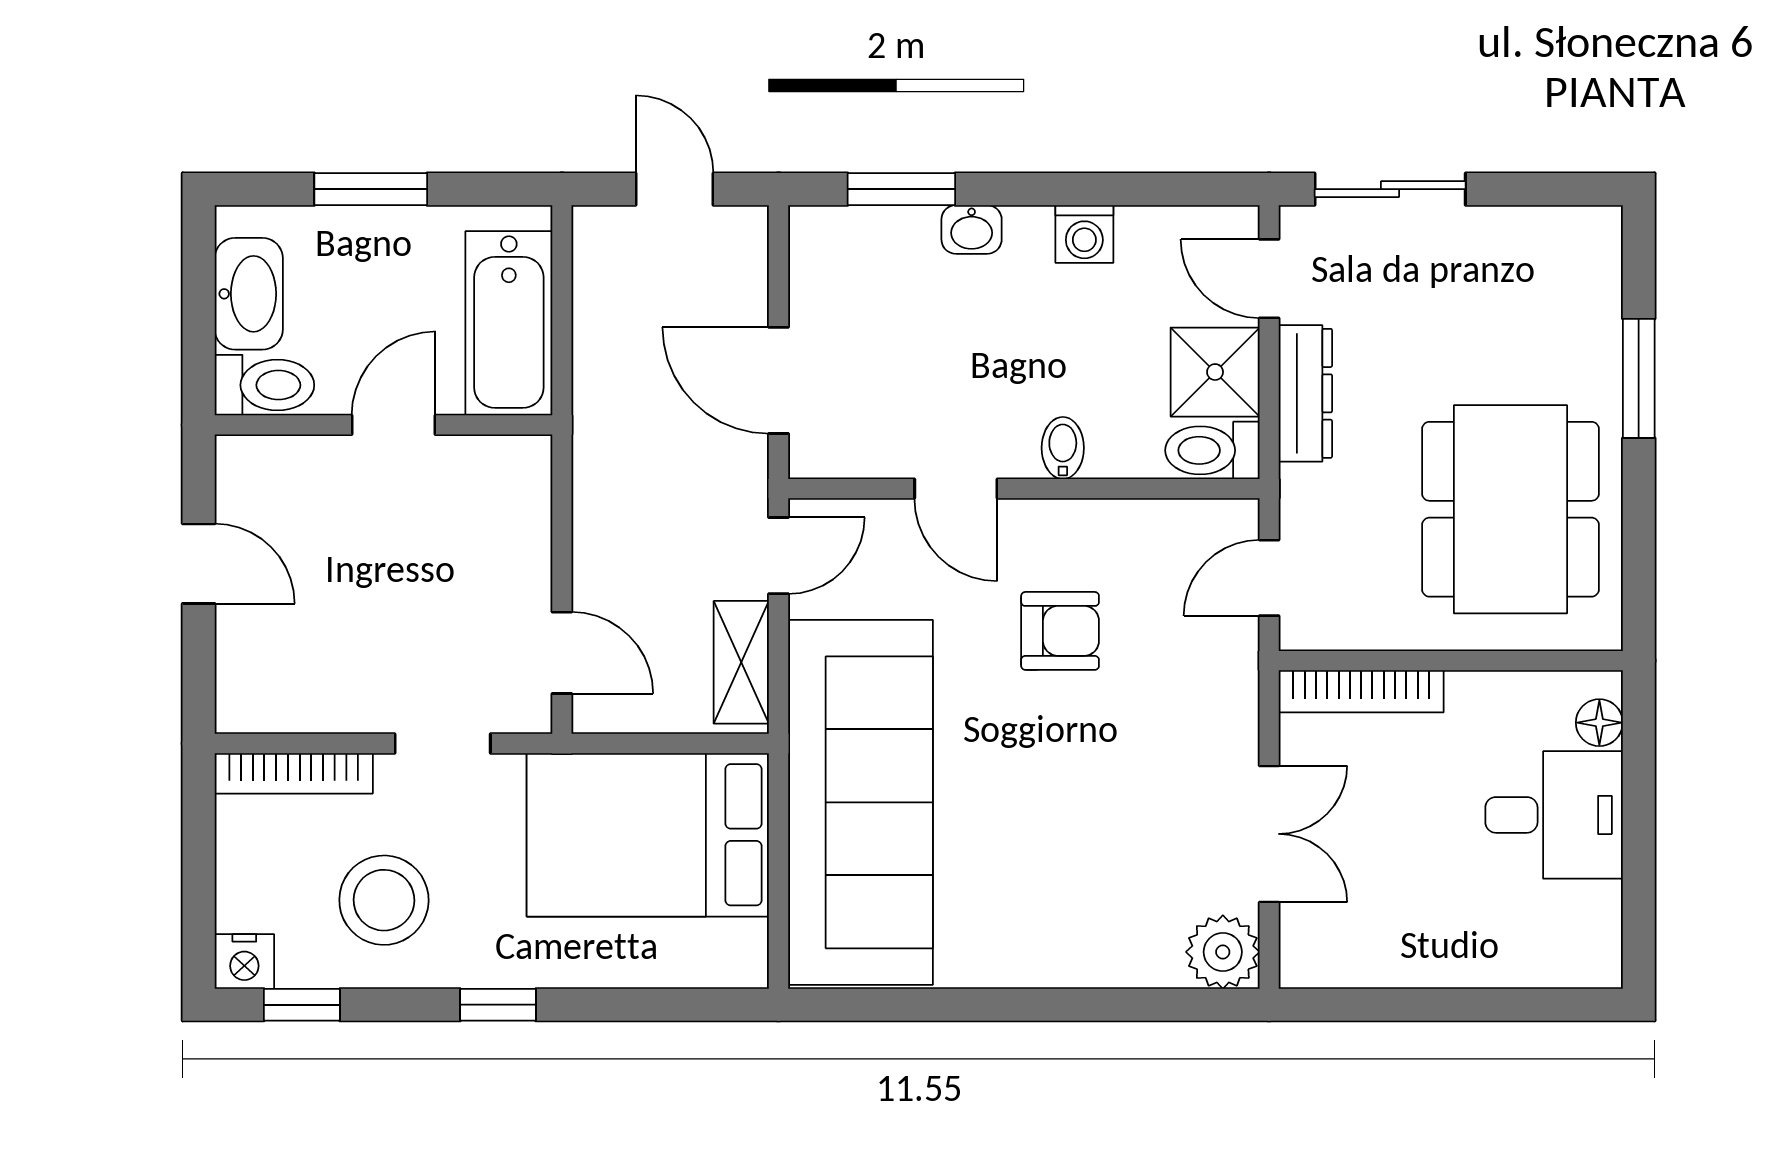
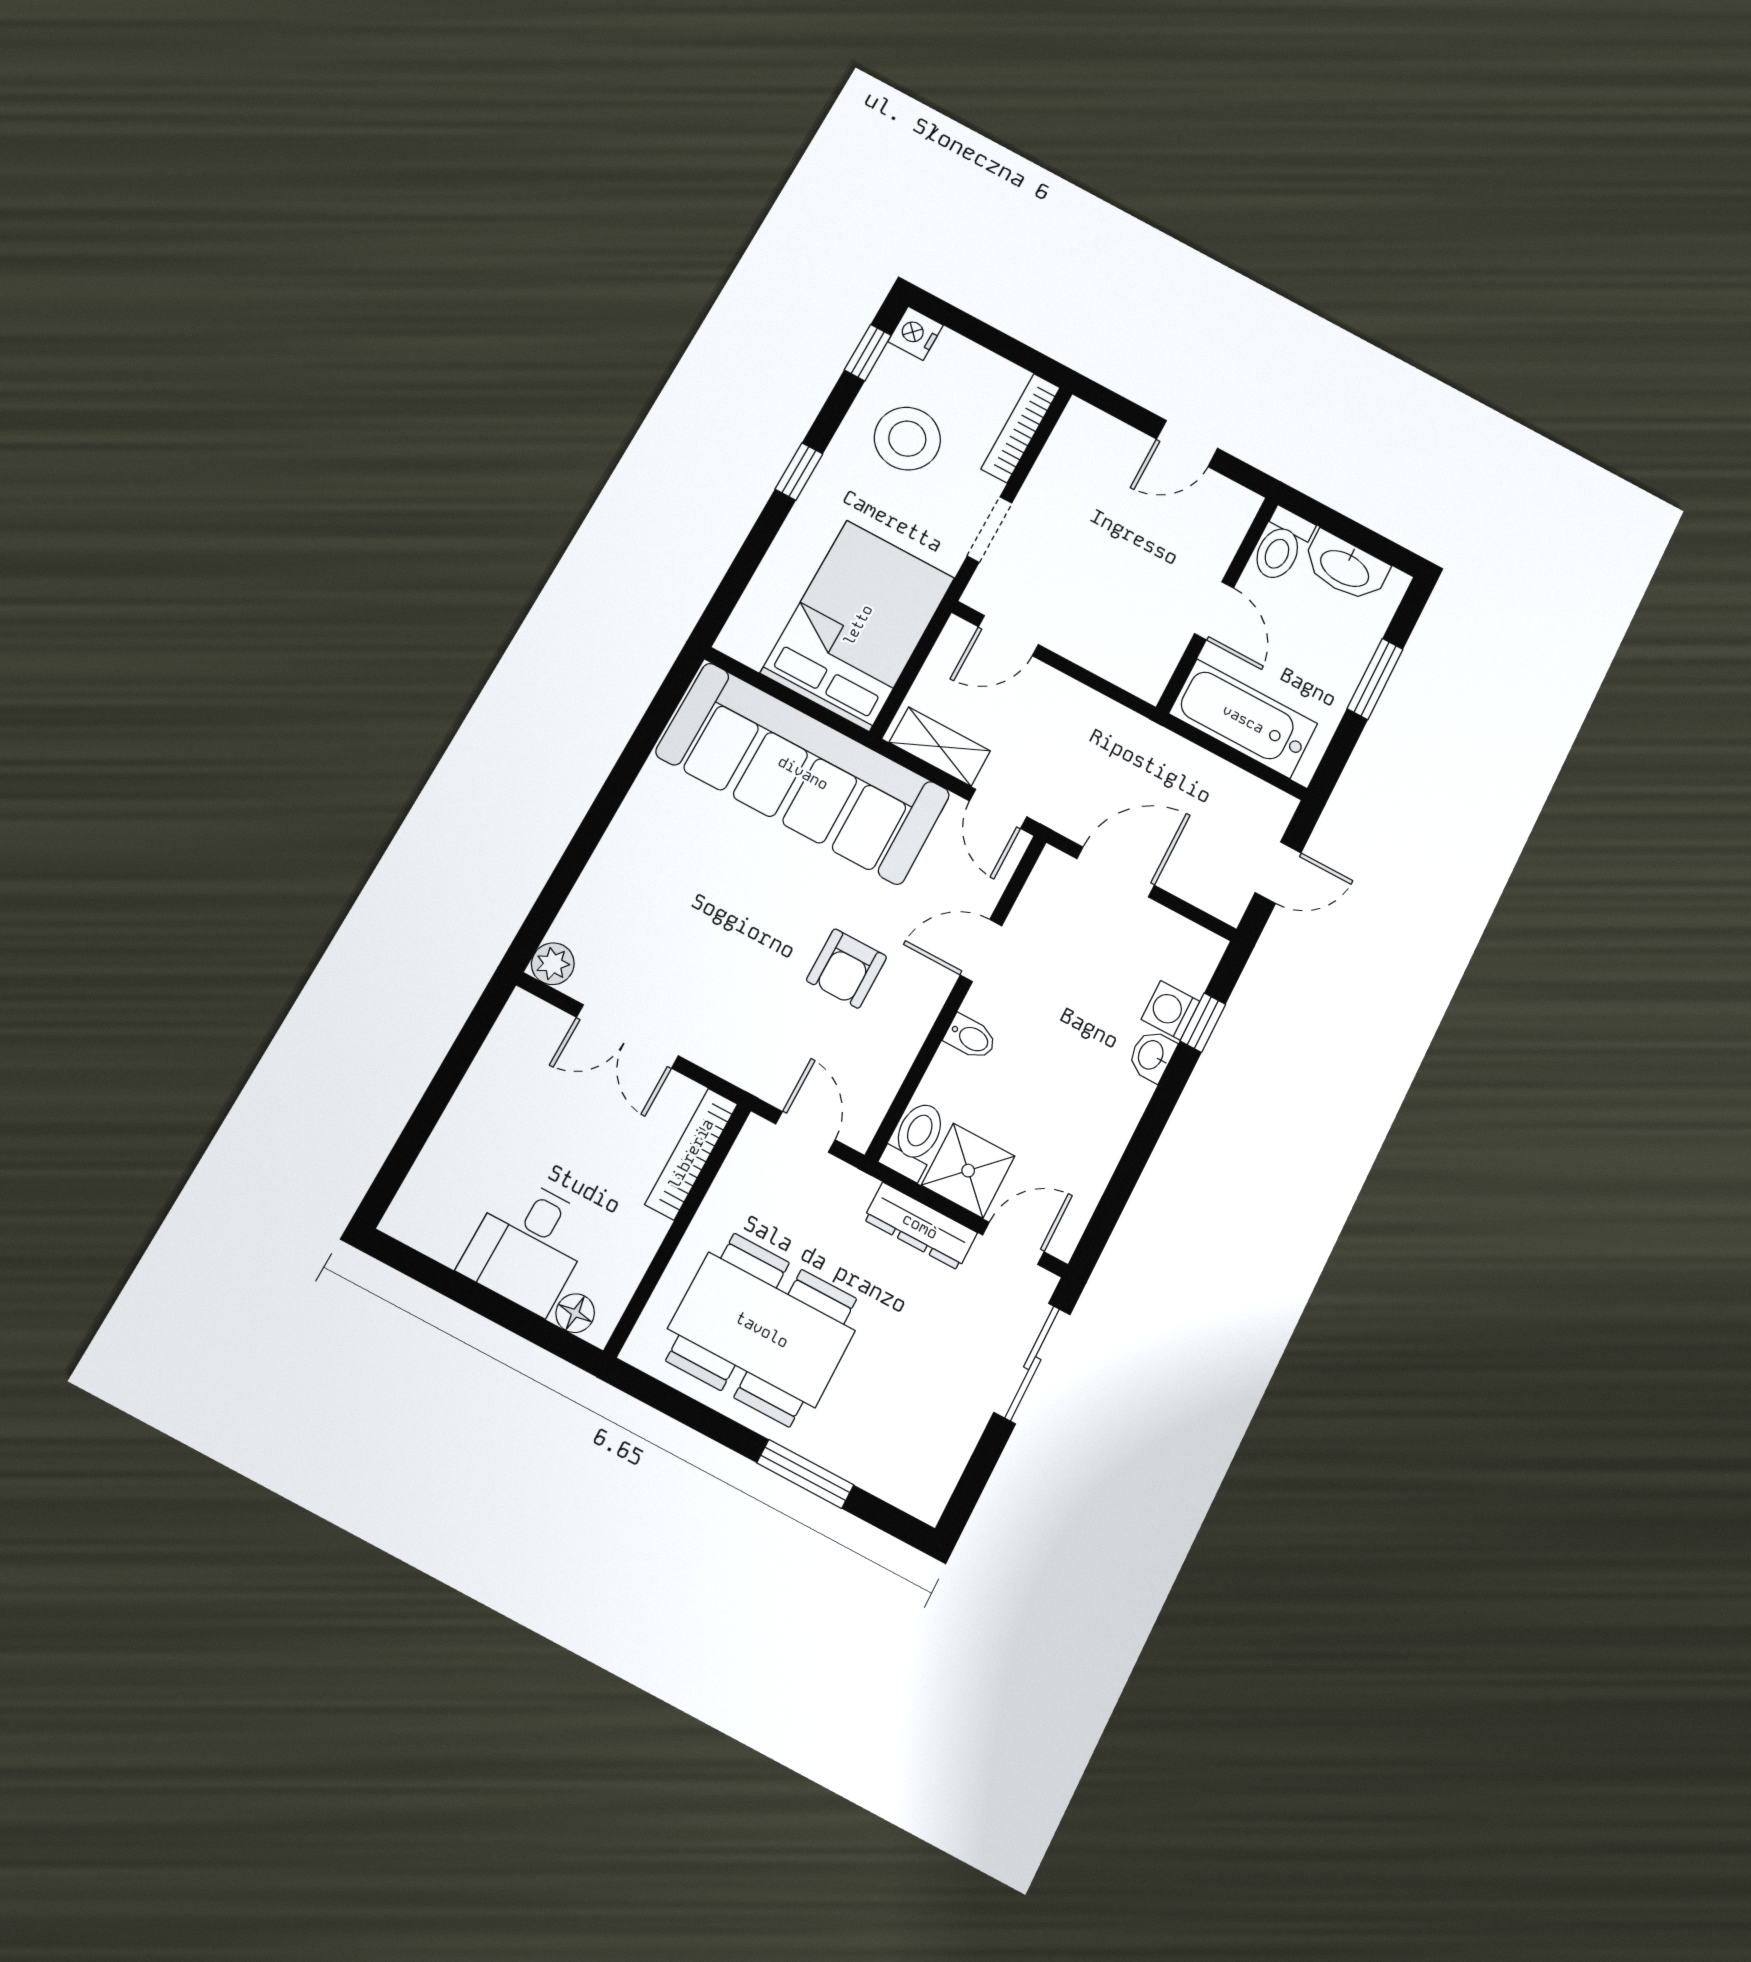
window: (901, 189) -> (1203, 1023), width x0.67
washing machine: (1084, 234) -> (1170, 1010), moved
plant: (1223, 952) -> (553, 964), width x0.73, depth x0.73

